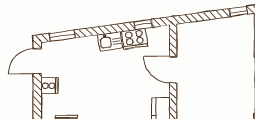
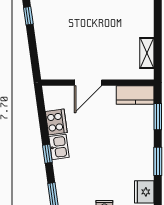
window: (143, 25) -> (47, 154), moved

